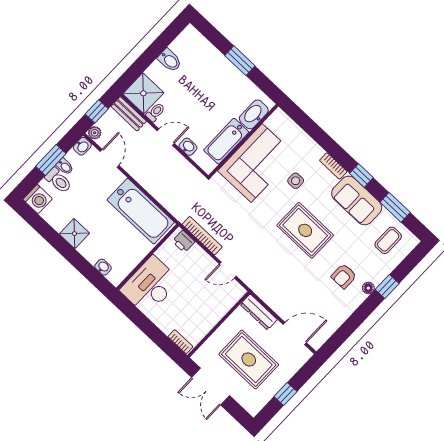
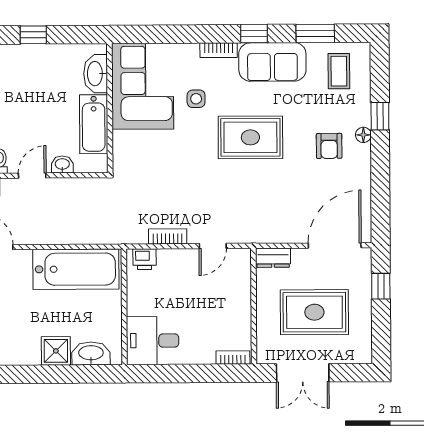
window: (240, 61) -> (33, 35), width x0.67
corner sofa: (257, 163) -> (143, 86), moved
shower: (74, 234) -> (56, 351), moved
bookcase: (202, 236) -> (168, 236), width x0.64
washbasin: (103, 267) -> (91, 353), width x1.91, depth x1.45
desk: (150, 285) -> (153, 341), width x0.73
dresser: (259, 312) -> (273, 258), width x0.70
door: (295, 334) -> (335, 245), width x1.36
window: (285, 394) -> (381, 286), moved

